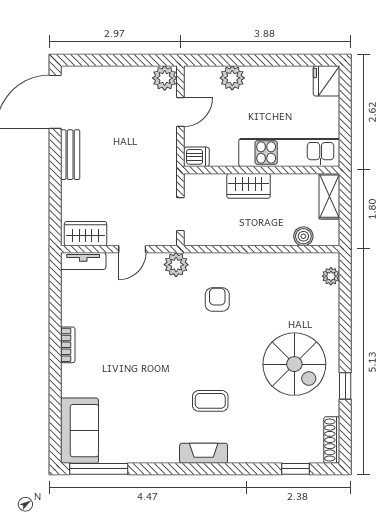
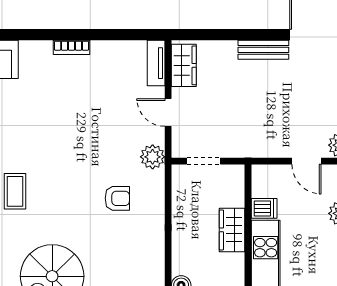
dishwasher: (196, 157) -> (264, 208), moved, turned -90

